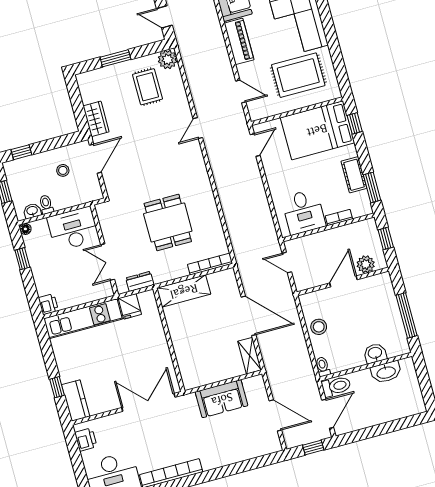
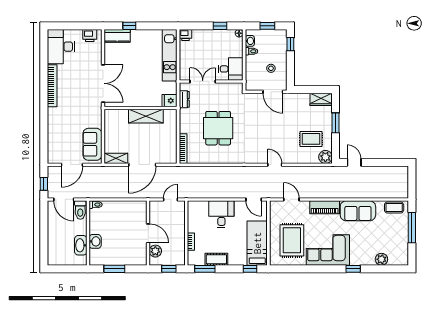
door: (164, 17) -> (354, 162), hinge flipped
door: (241, 91) -> (291, 199), swing flipped
wardrobe: (96, 119) -> (321, 99), moved
bed: (317, 130) -> (257, 243), width x0.67
desk: (303, 212) -> (221, 214), moved, turned 90
dining table: (168, 222) -> (218, 128), turned 90
desk: (73, 229) -> (231, 69), width x0.73
shelving: (184, 291) -> (146, 116), moved, turned 90
fridge: (130, 306) -> (170, 101), moved
window: (407, 315) -> (114, 269), width x0.69
stool: (319, 327) -> (123, 209), removed
sofa: (222, 399) -> (92, 144), moved

